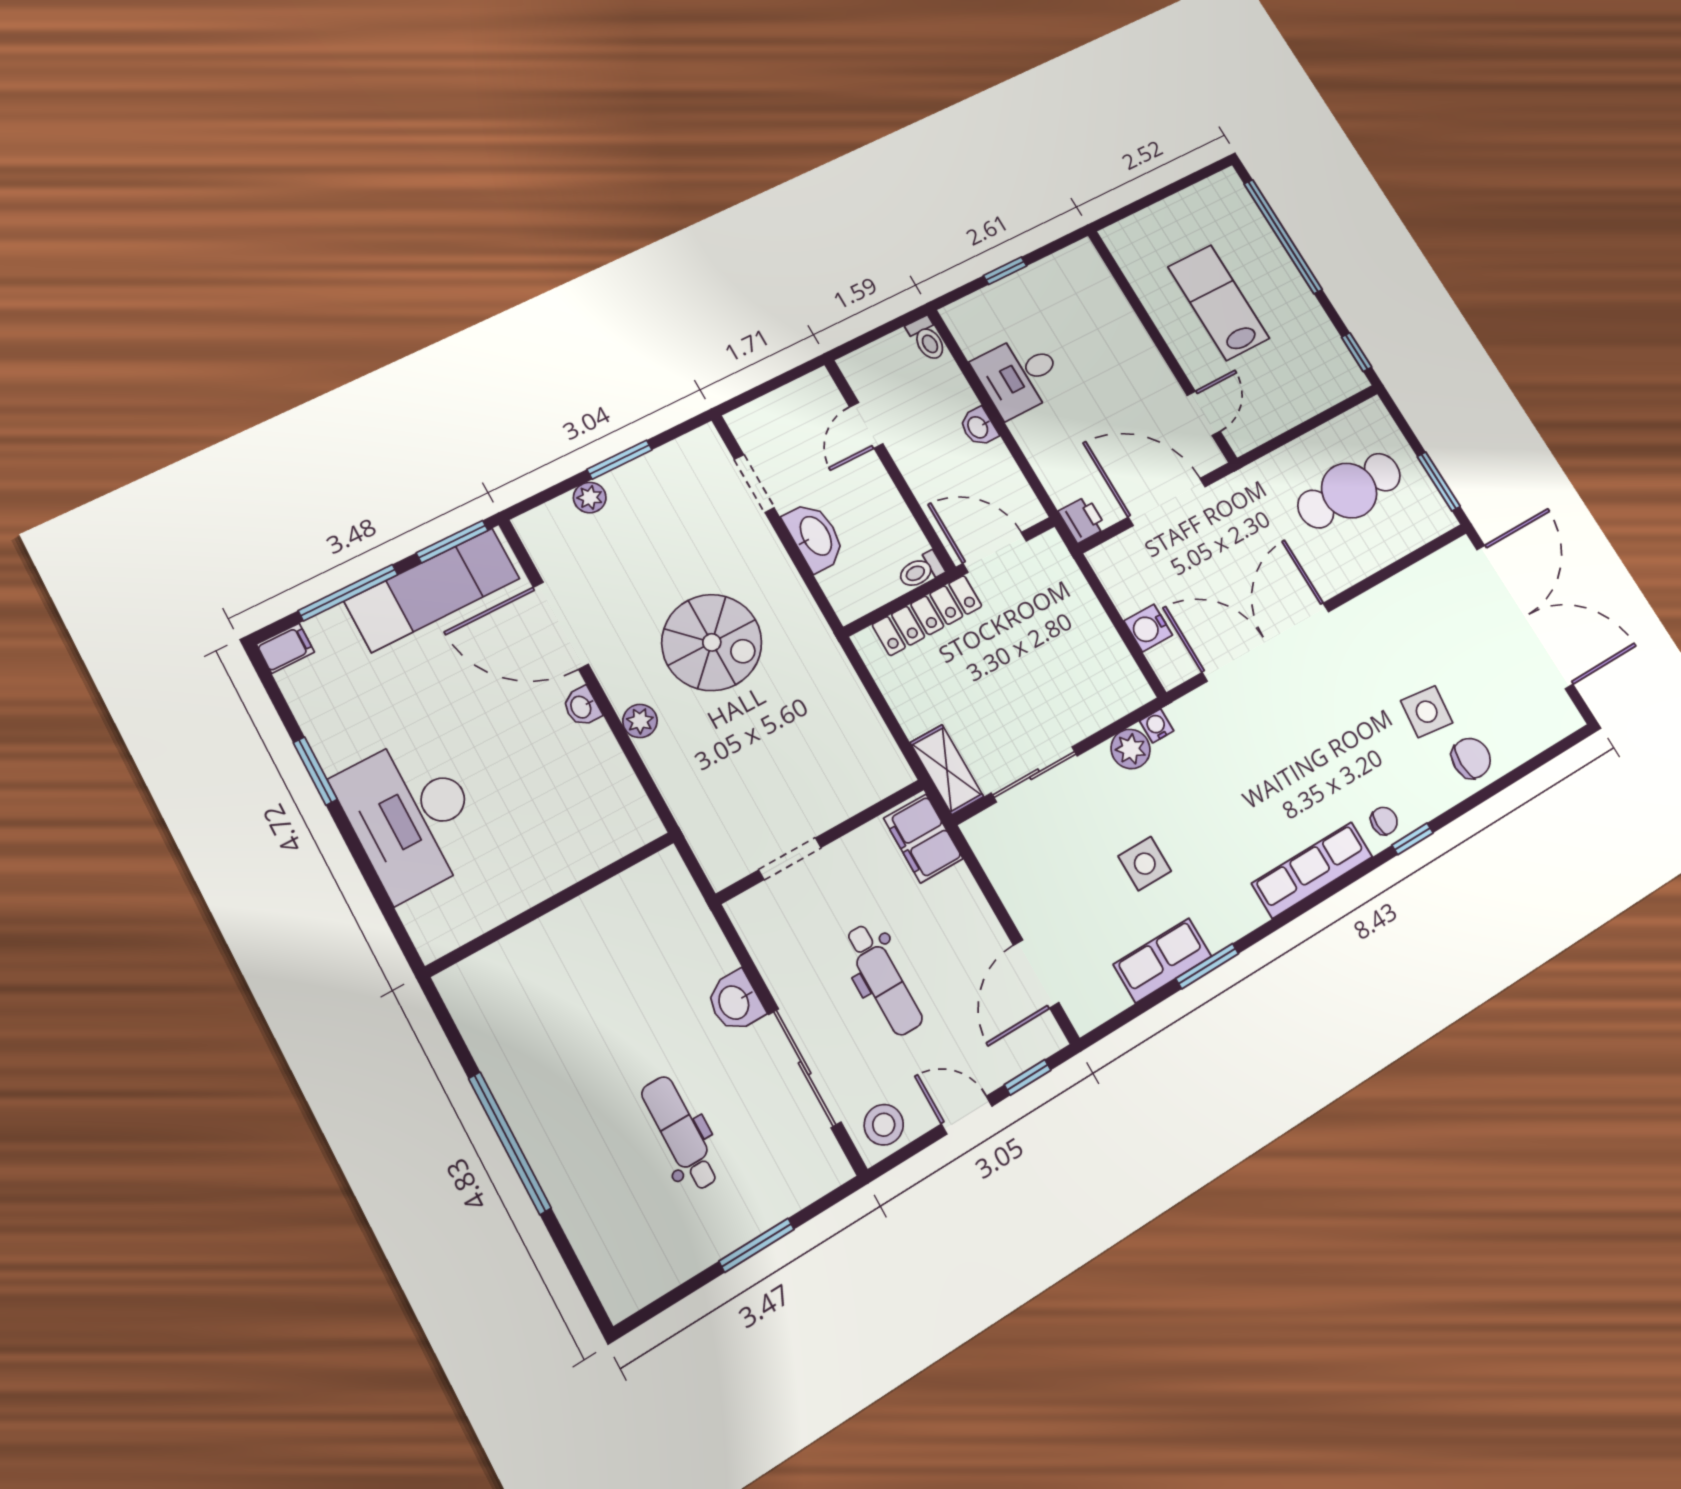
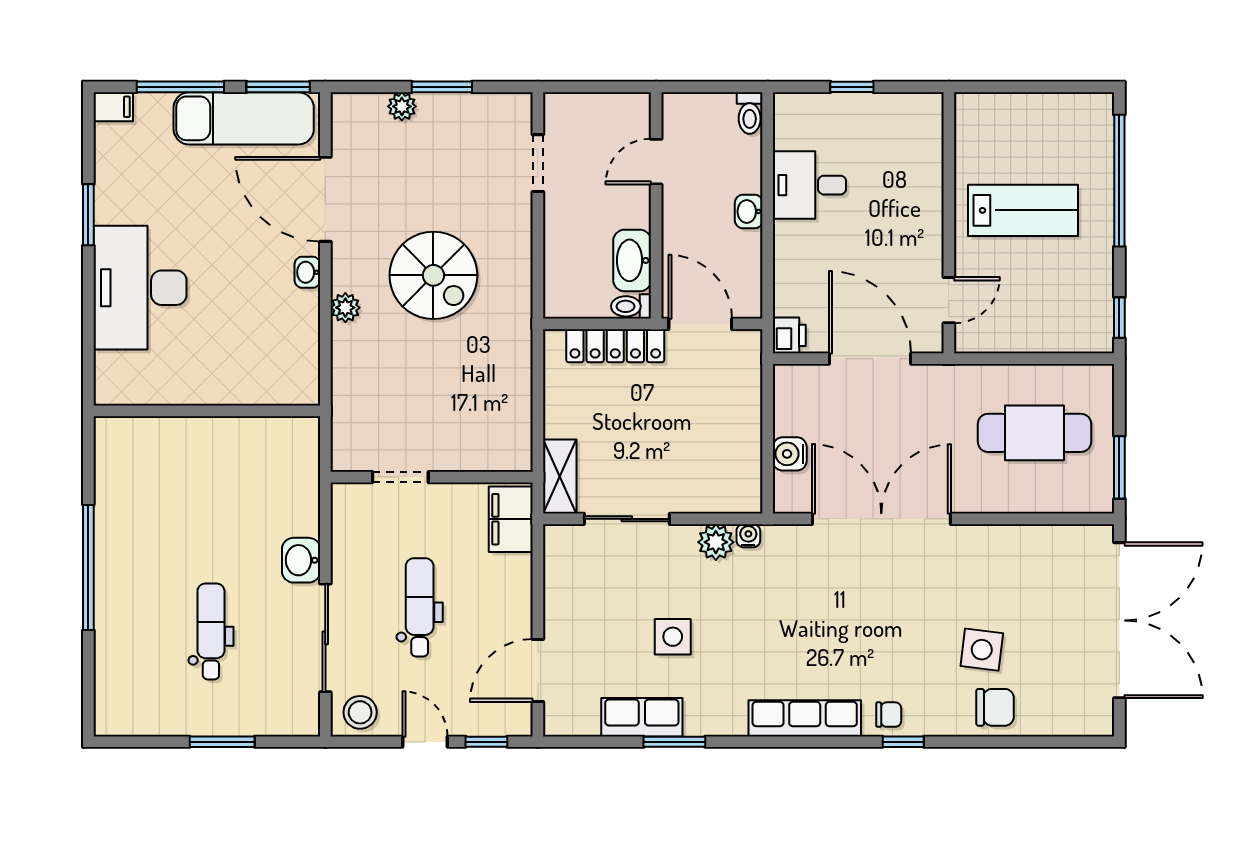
lab bench: (1219, 303) -> (1023, 210), turned 90
washbasin: (815, 536) -> (632, 260), moved, turned 180
dental chair: (883, 979) -> (420, 607), turned 180

